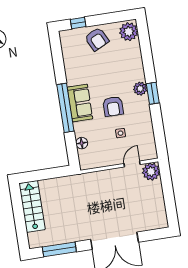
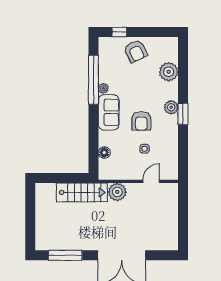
plant: (129, 32) -> (169, 72), moved
plant: (71, 80) -> (103, 88), added
window: (65, 108) -> (93, 80), moved
plant: (151, 172) -> (117, 192), moved
stairs: (32, 206) -> (82, 192), moved, turned 90

